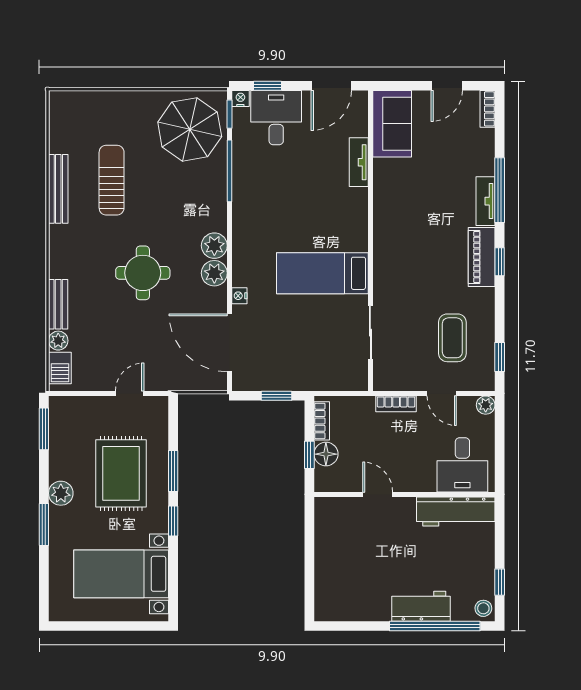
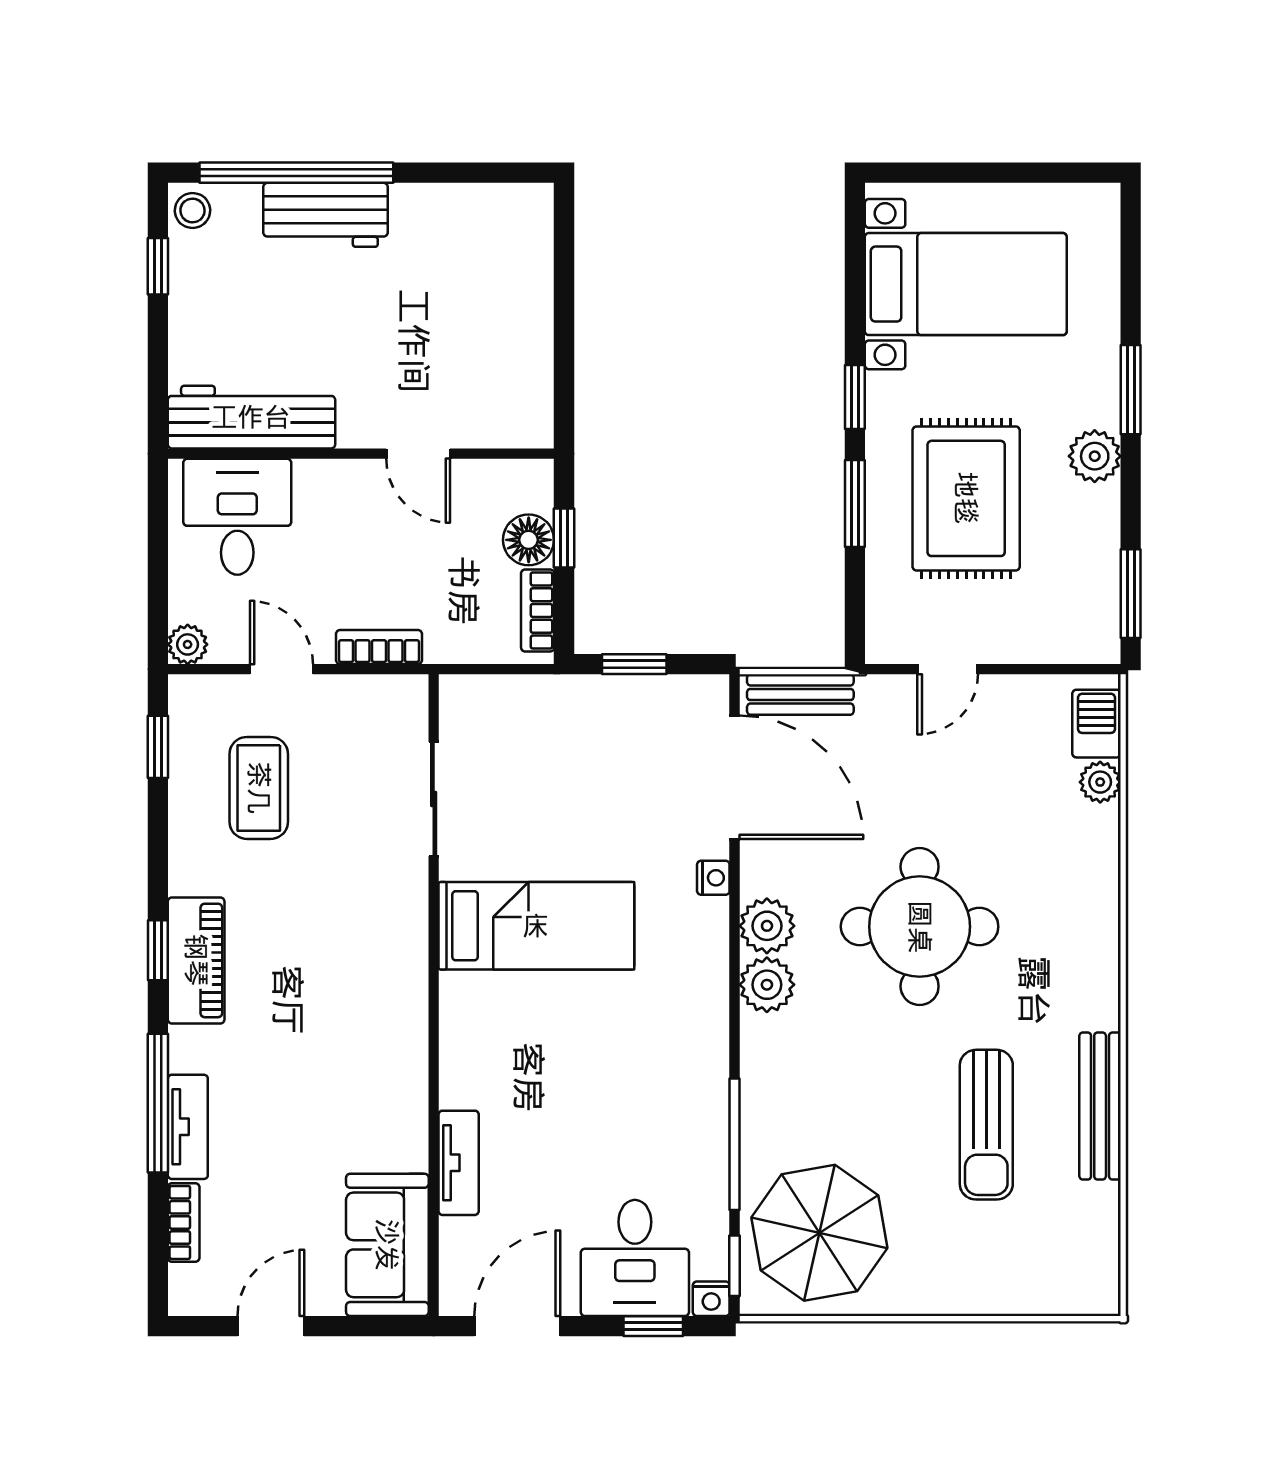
bookcase: (488, 109) -> (184, 1222), moved
tv unit: (486, 201) -> (188, 1127), moved
round table: (143, 273) -> (920, 927), width x1.36, depth x1.36
bench: (58, 304) -> (800, 695), moved, turned 90

